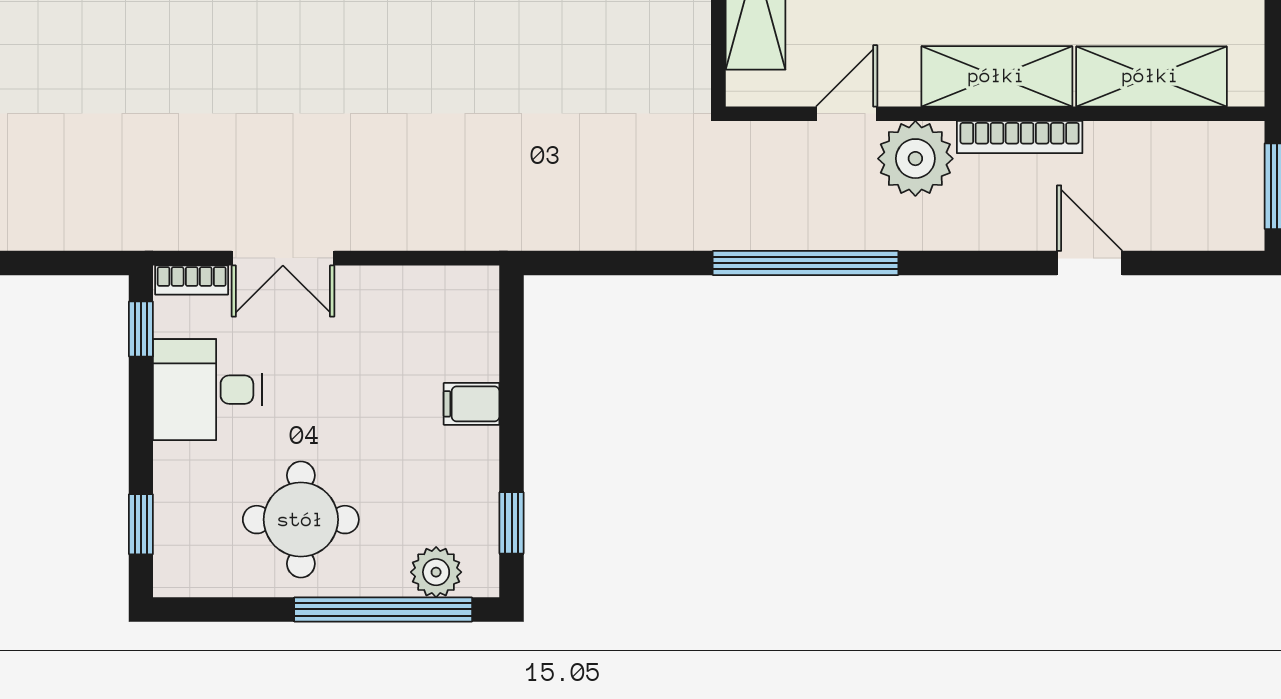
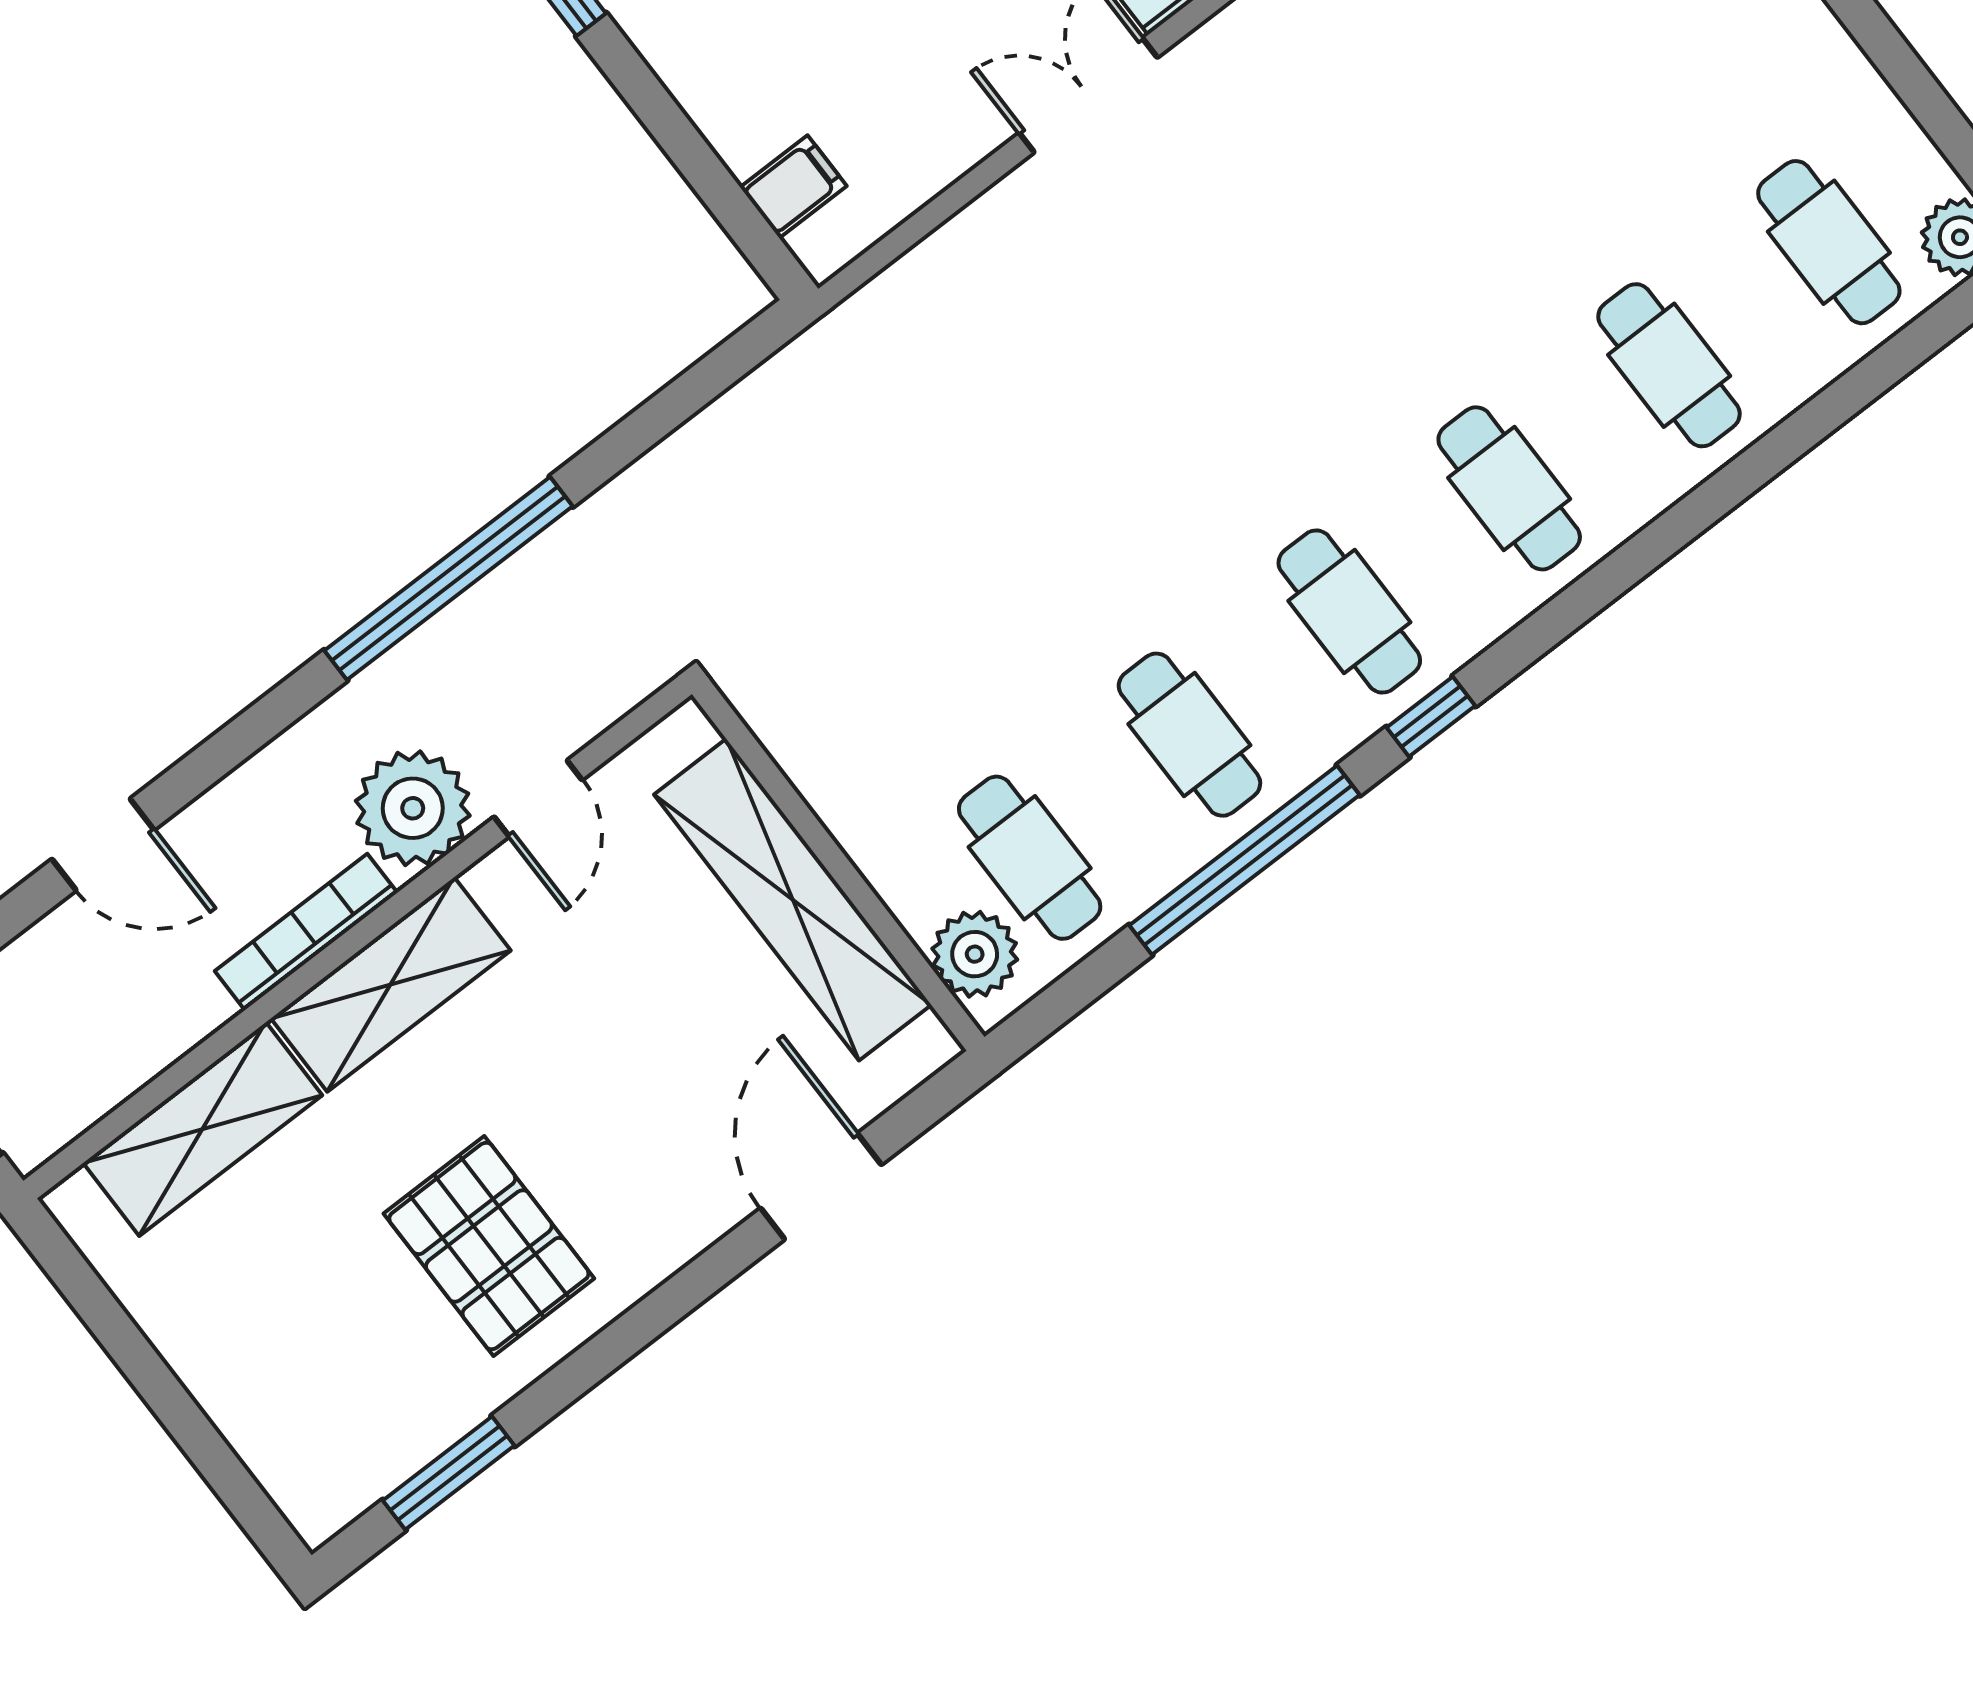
filing cabinet: (472, 404) -> (793, 187), moved

